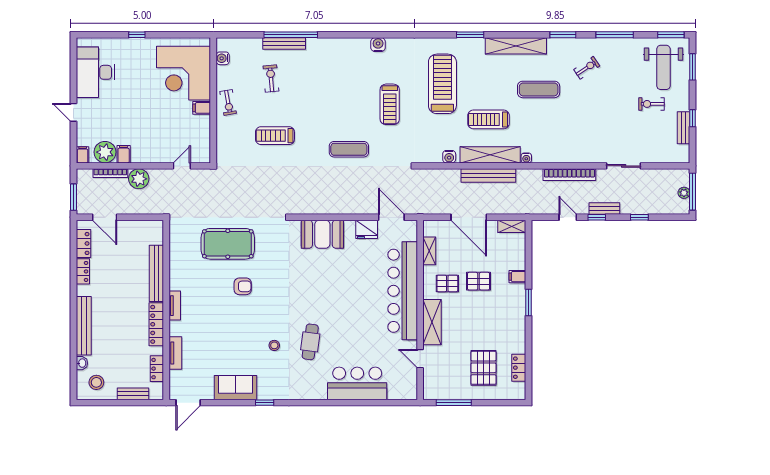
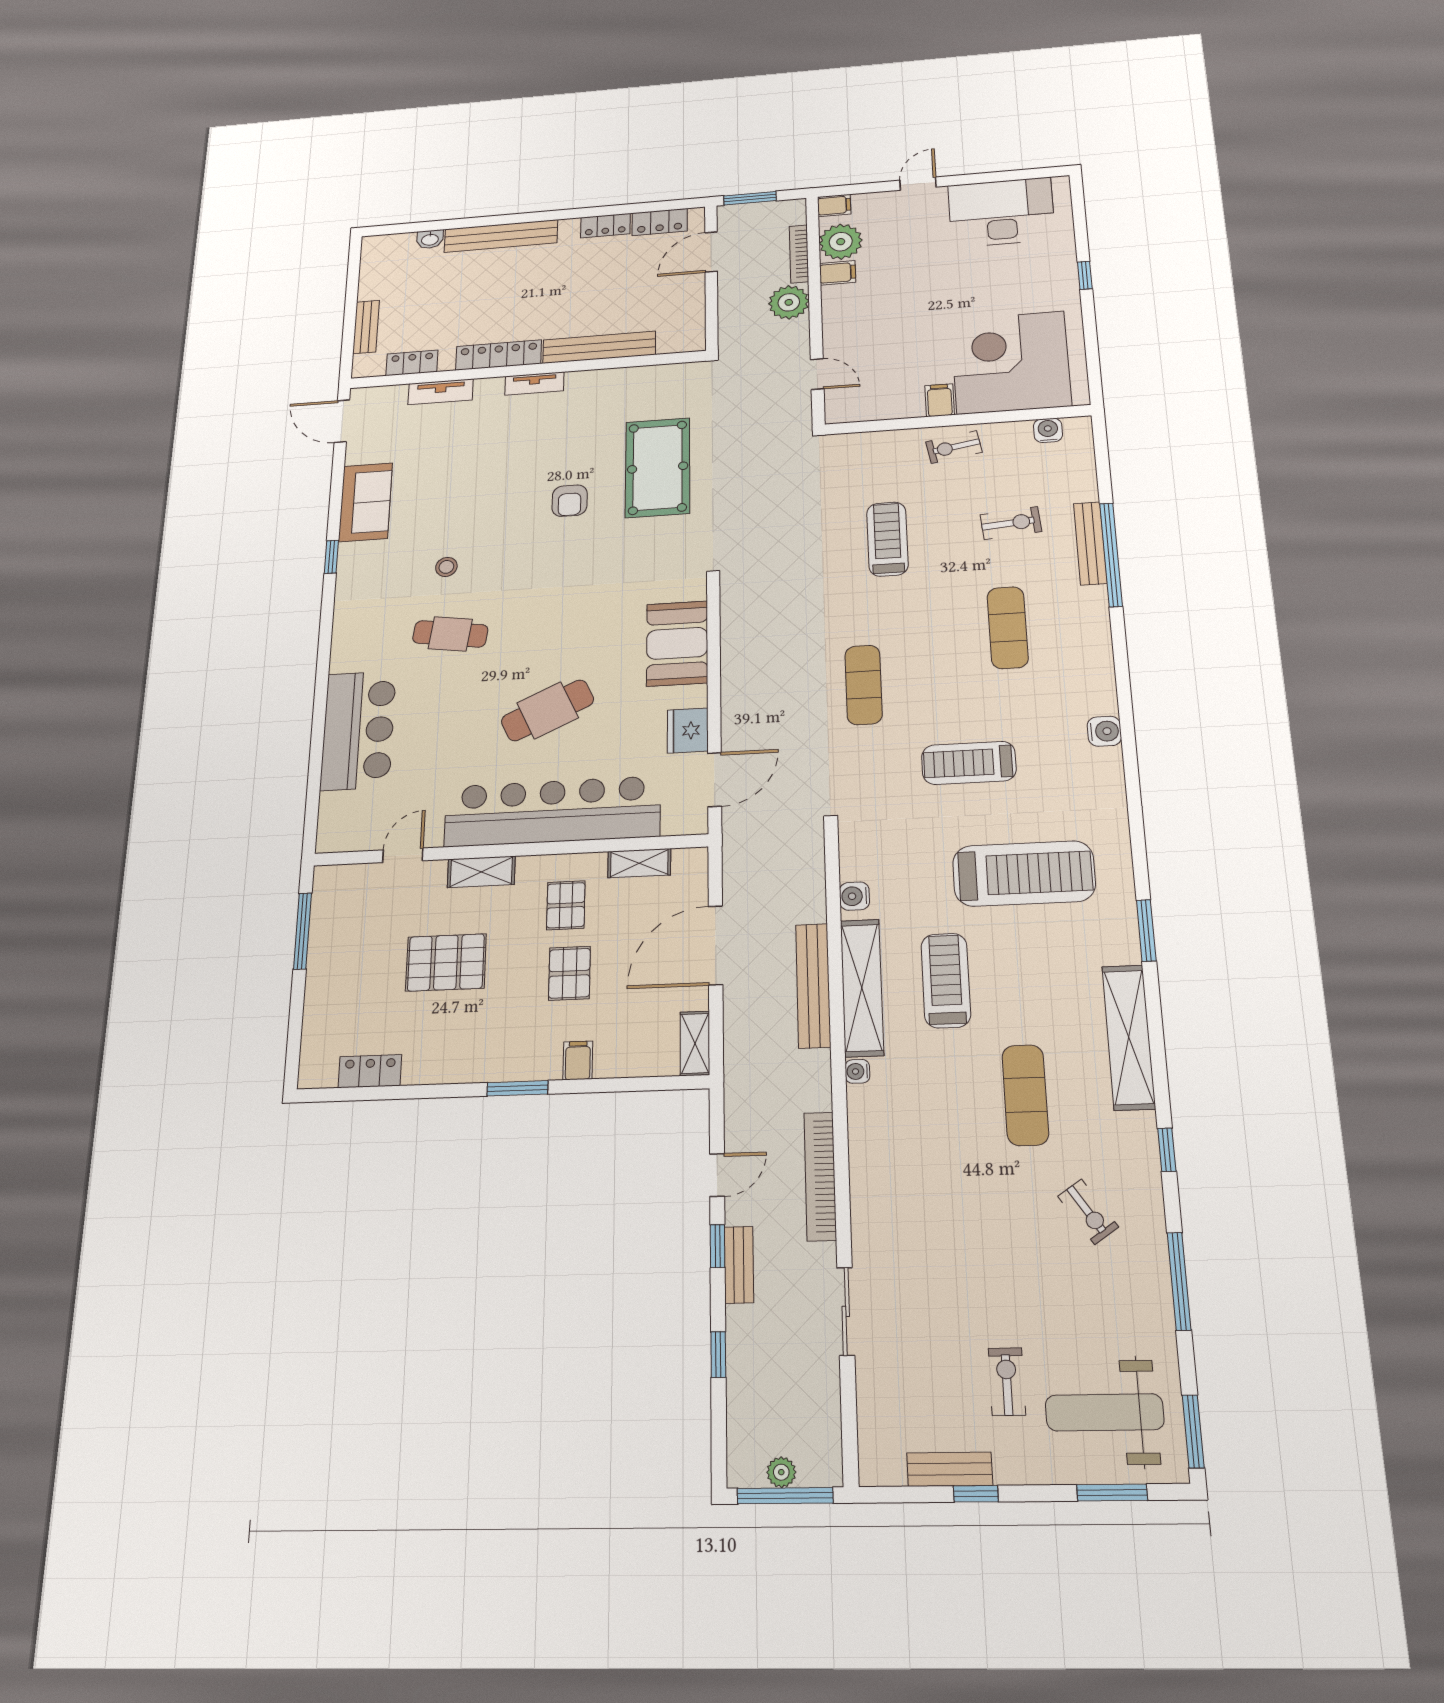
window: (563, 35) -> (1167, 1150), width x0.67
exercise mat: (325, 83) -> (1008, 628), added
cafe table: (353, 294) -> (548, 710), added
shelving: (432, 322) -> (481, 872), width x0.67, depth x0.75
pallet: (483, 368) -> (446, 962), moved
stool: (96, 382) -> (392, 265), removed

